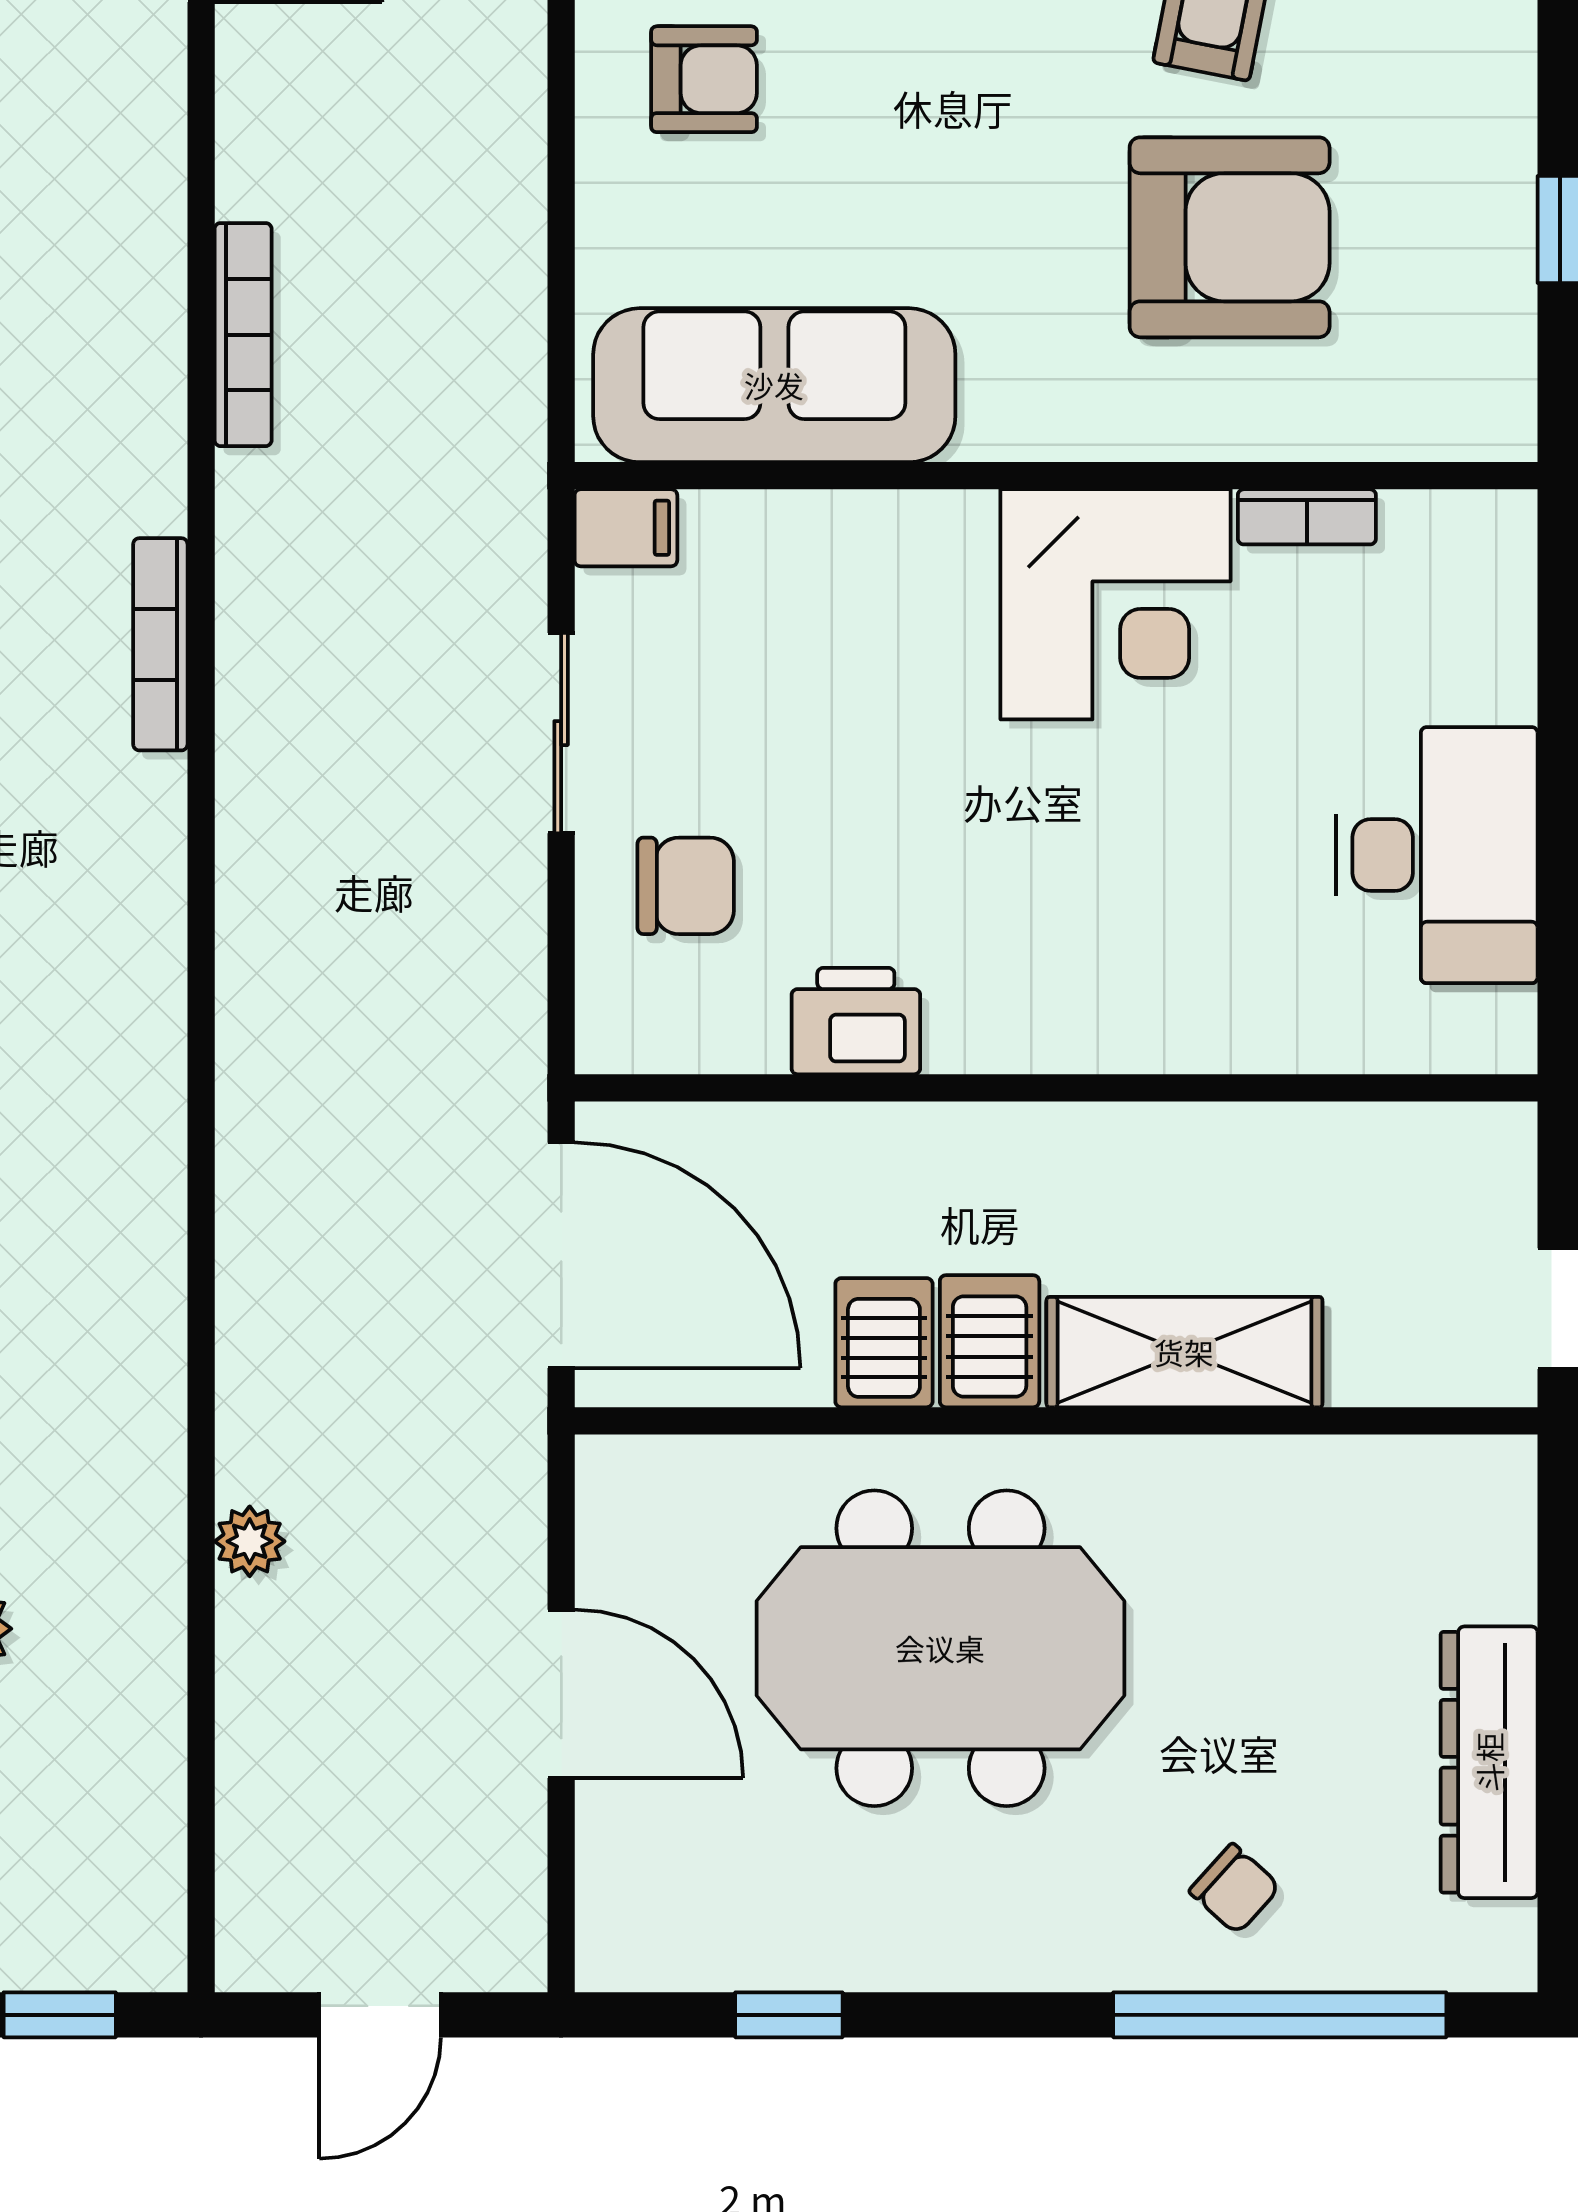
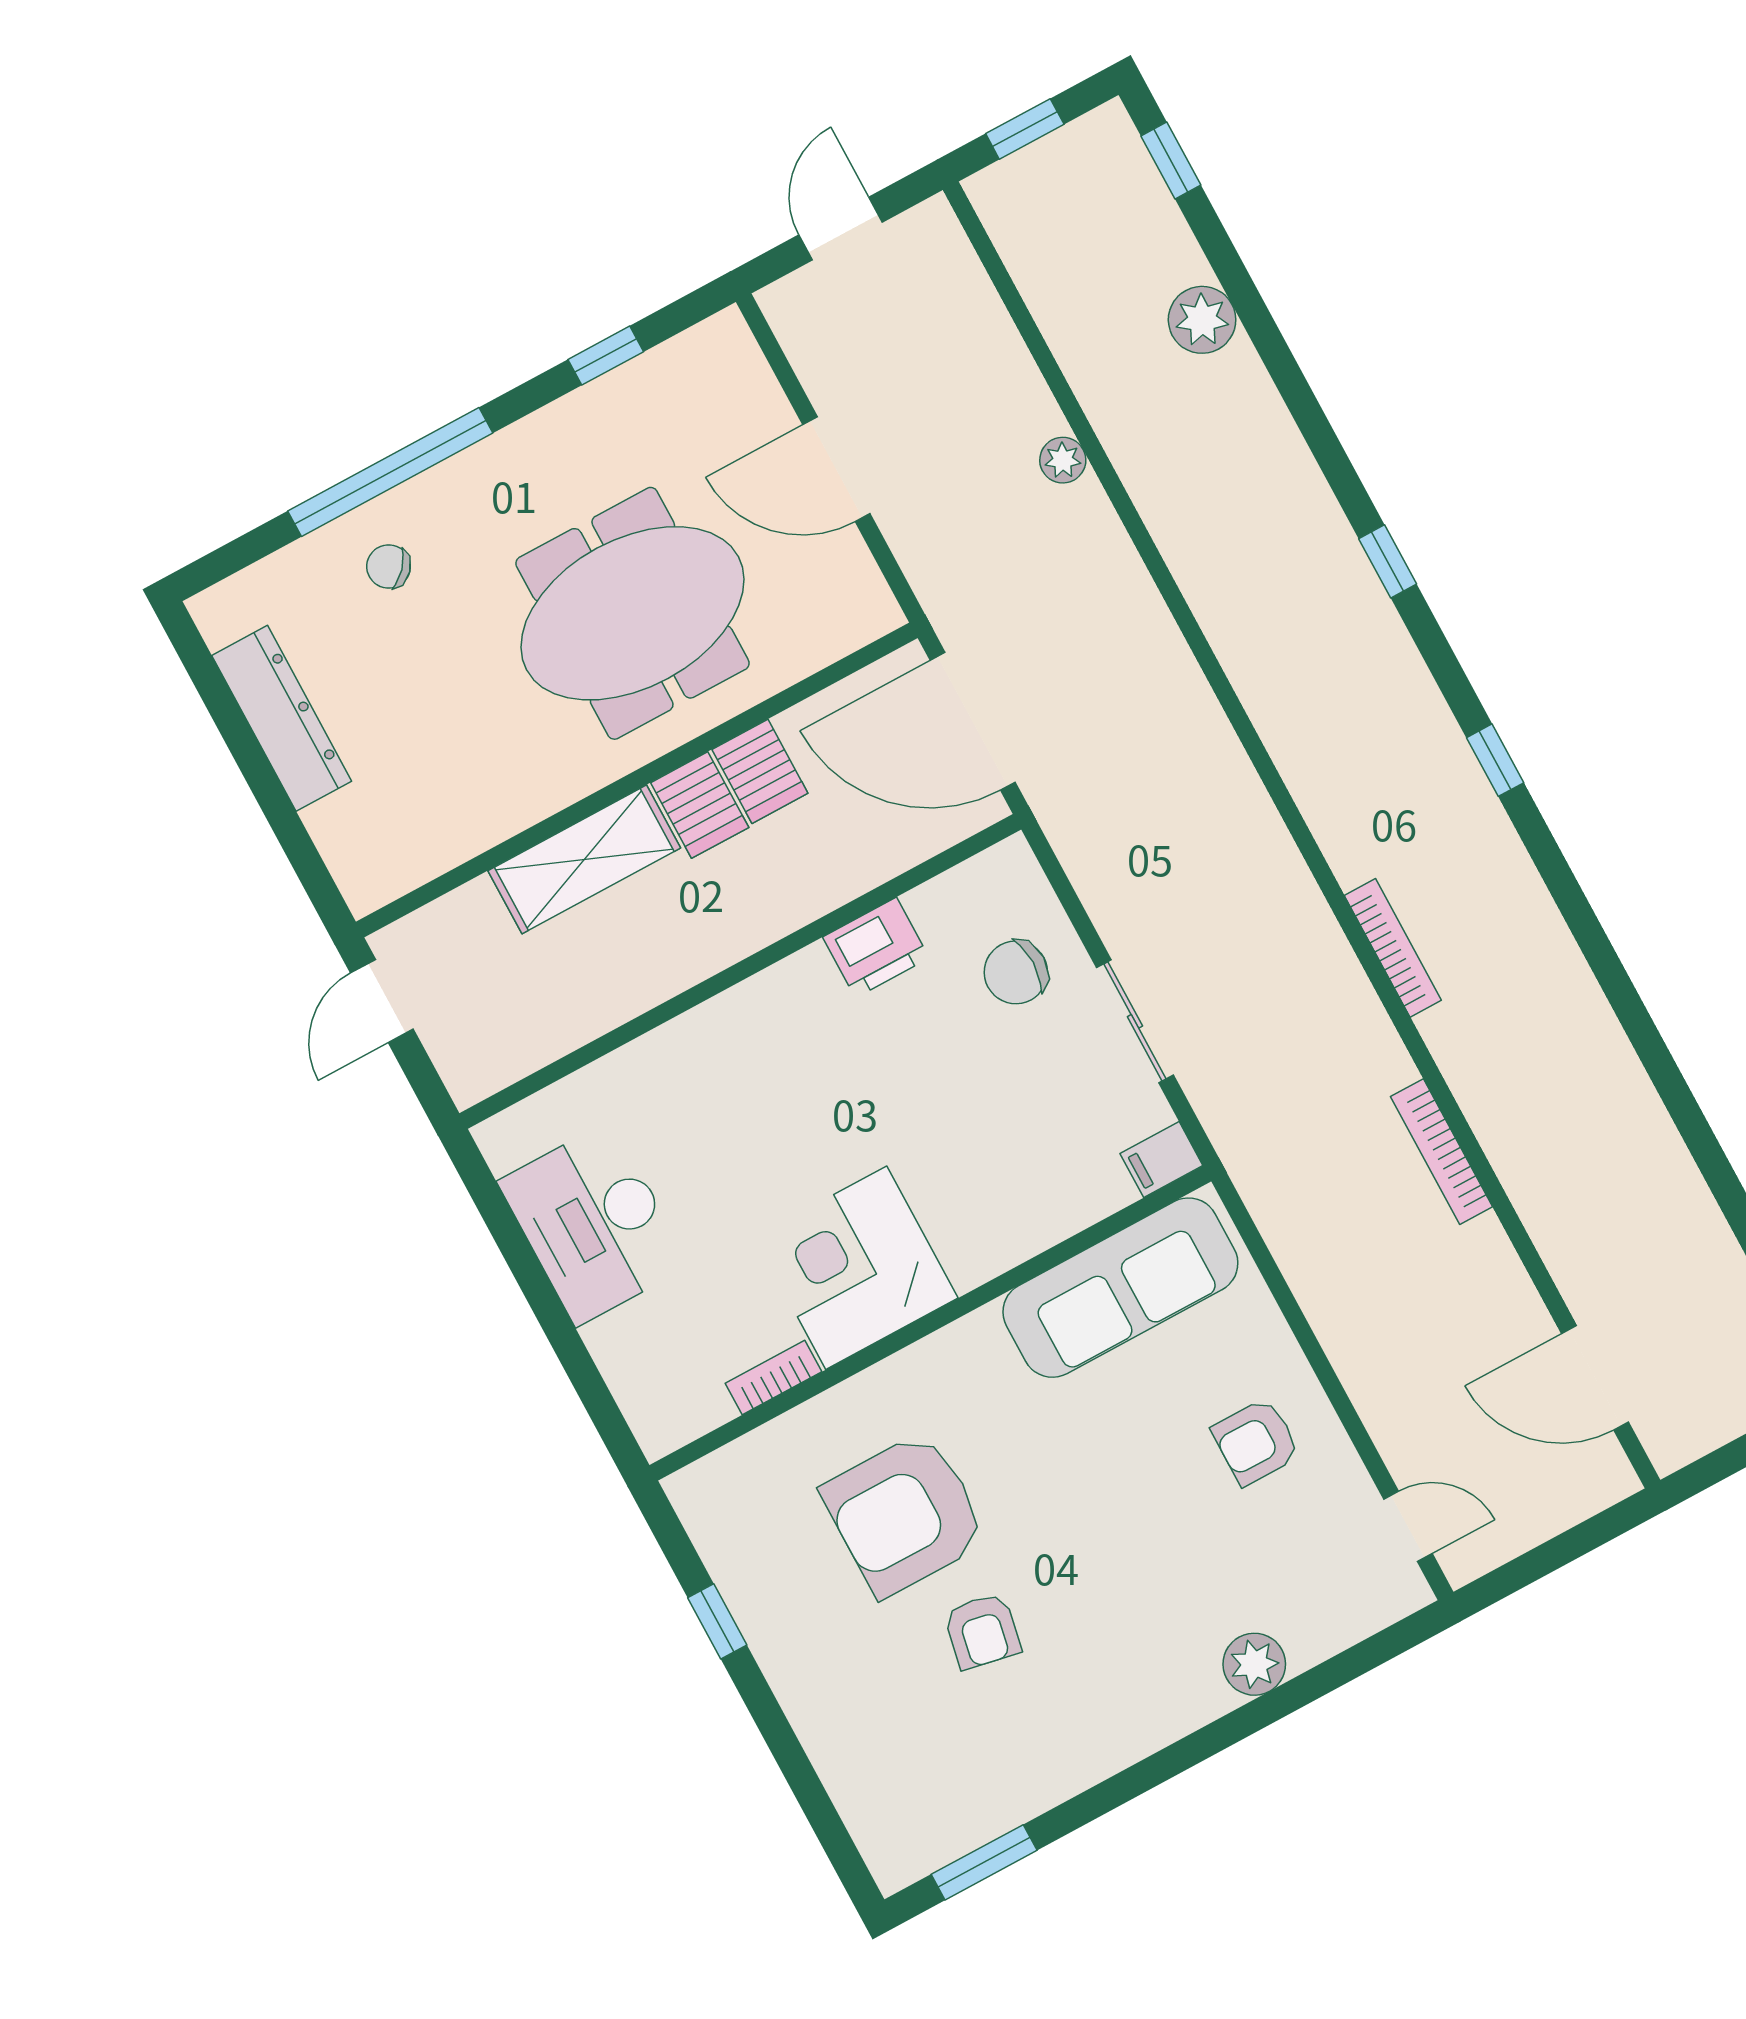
window: (1280, 2015) -> (390, 472), moved

